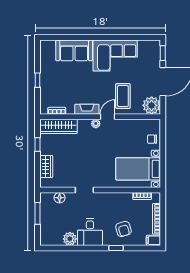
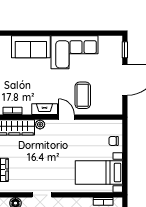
plant: (152, 105) -> (113, 105), removed
door: (108, 117) -> (66, 117), hinge flipped
plant: (96, 124) -> (40, 124), moved

